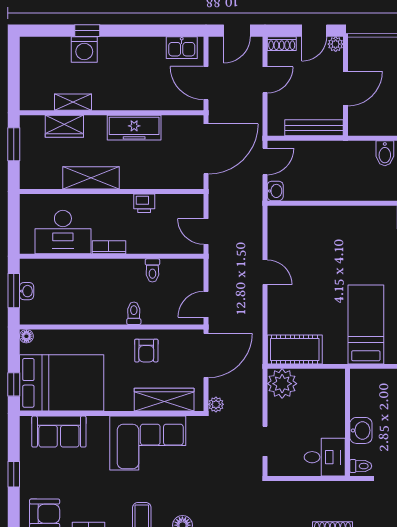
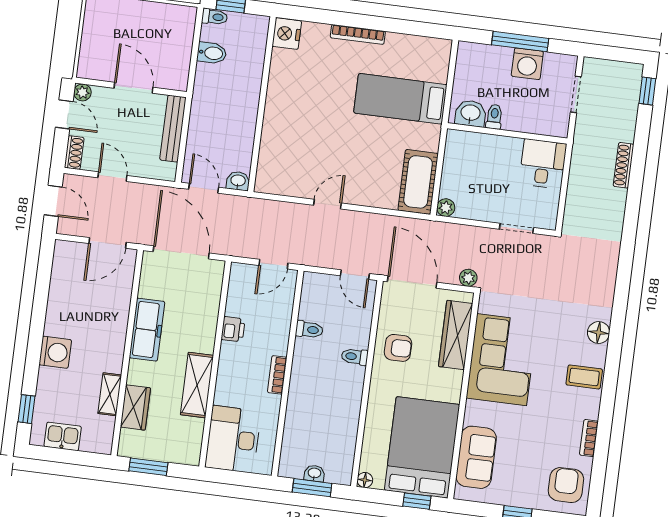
window: (87, 31) -> (27, 409), moved
kitchen sink: (182, 48) -> (63, 436), moved, turned -90
washing machine: (84, 49) -> (55, 352), moved
desk: (63, 232) -> (233, 439), moved, turned 180
plant: (282, 384) -> (446, 208), width x0.53, depth x0.53
washbasin: (361, 430) -> (470, 113), moved
toilet: (361, 466) -> (494, 117), moved

